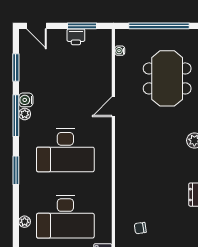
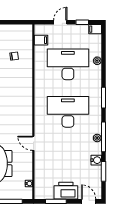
printer: (76, 37) -> (66, 191), width x1.87, depth x1.48
water cooler: (26, 100) -> (96, 160), moved
door: (113, 107) -> (33, 143), swing flipped

